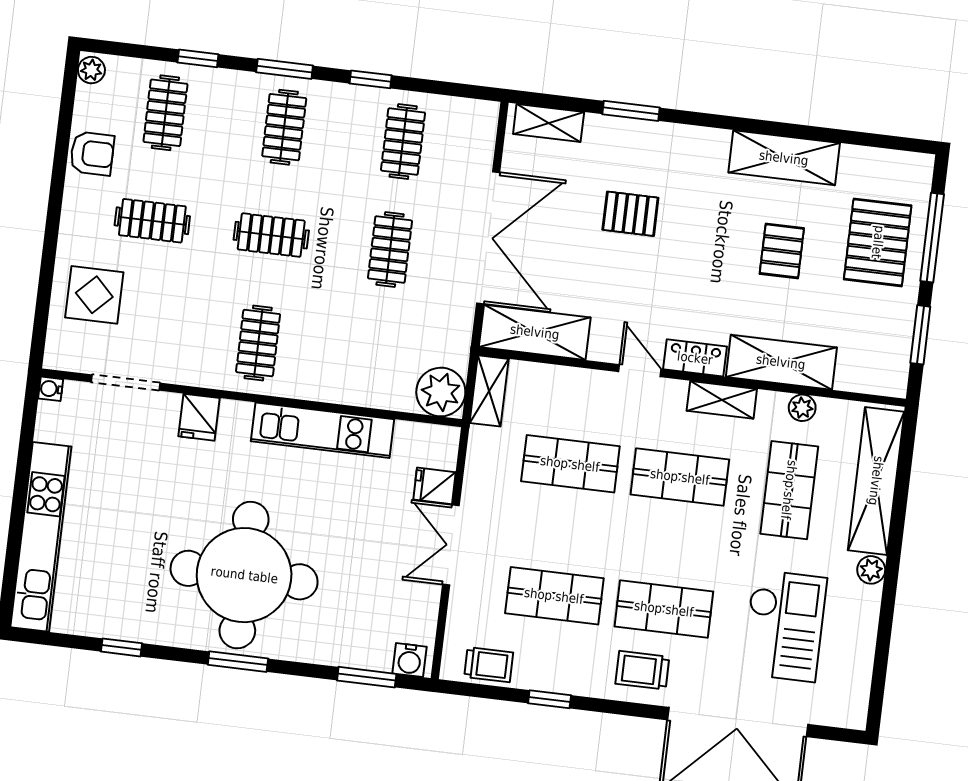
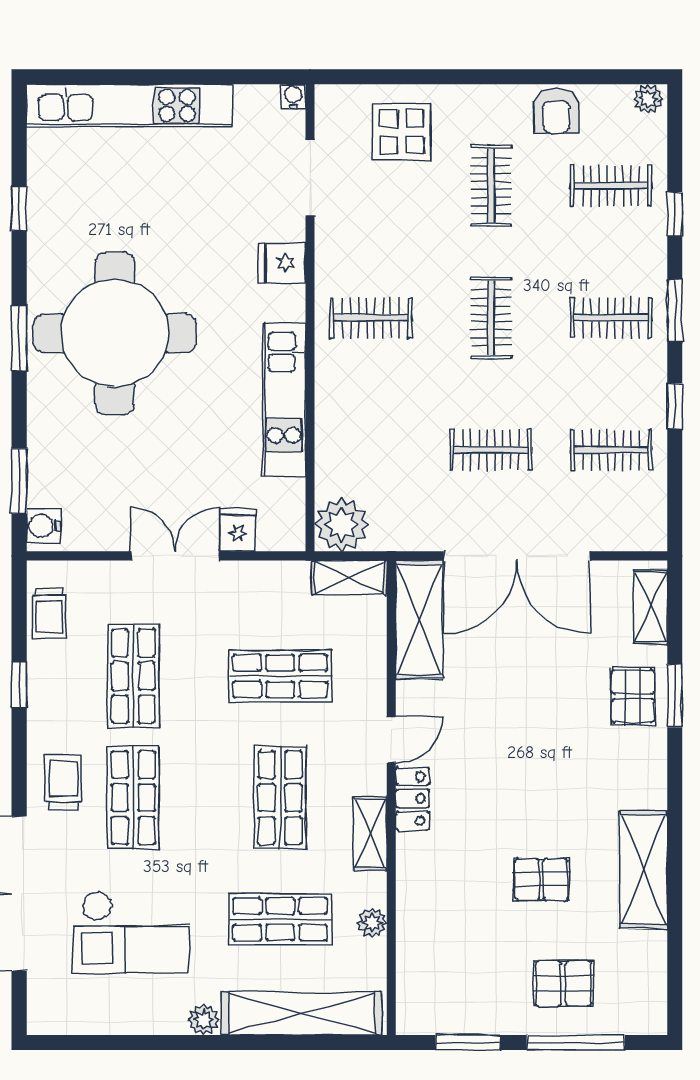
pallet: (630, 214) -> (633, 696), moved
pallet: (878, 242) -> (563, 983), width x0.67, depth x0.71
shelving: (781, 362) -> (419, 894), removed
shop shelf: (570, 464) -> (280, 676), turned 90

